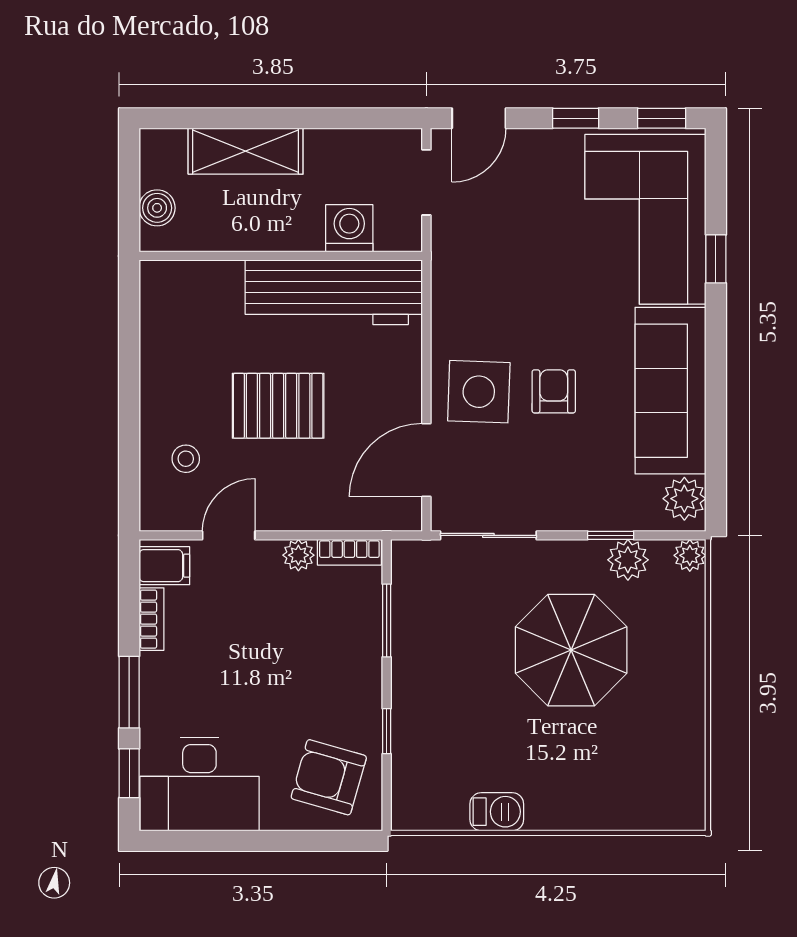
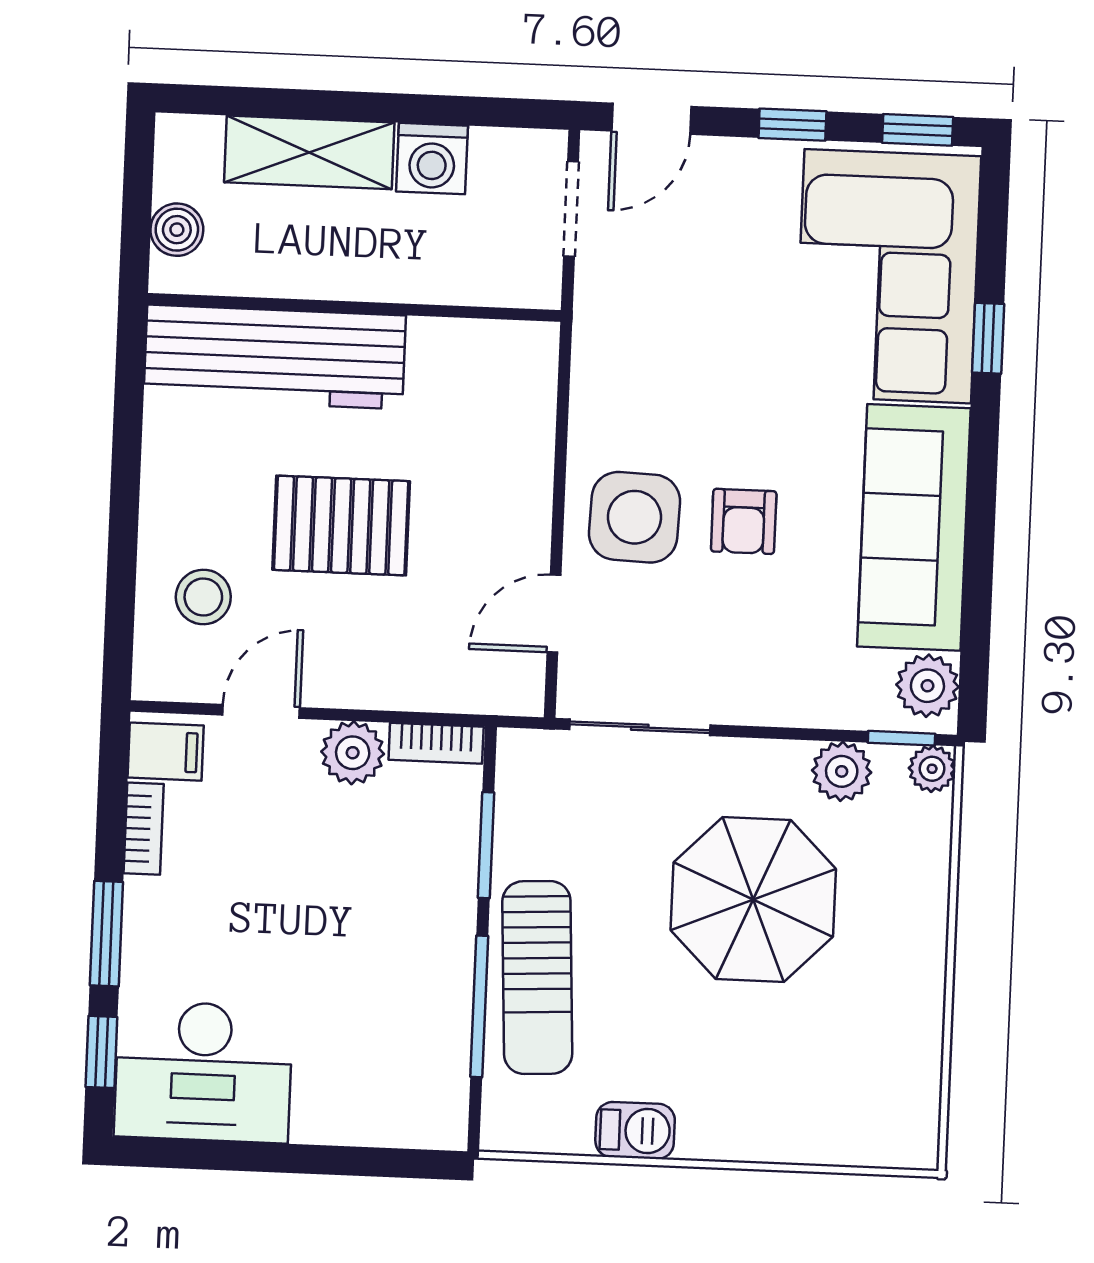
washing machine: (349, 228) -> (432, 159), moved, turned 180
workbench: (334, 292) -> (275, 357), moved
armchair: (554, 391) -> (744, 521), turned 180
stool: (186, 459) -> (203, 597), width x1.37, depth x1.37
door: (426, 460) -> (554, 614), width x0.73
window: (611, 535) -> (901, 738), moved
plant: (298, 555) -> (353, 753), width x1.38, depth x1.38
sun lounger: (425, 710) -> (537, 978), added
window: (387, 731) -> (479, 1006), width x2.17
armchair: (329, 777) -> (392, 1070), removed

